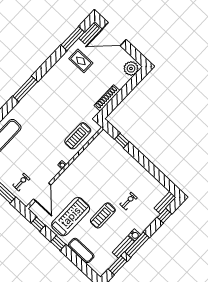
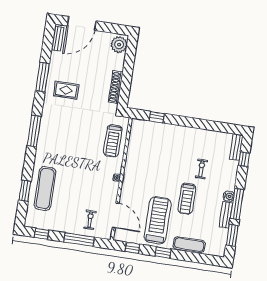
window: (73, 39) -> (42, 77), moved
rug: (81, 61) -> (66, 90), moved

